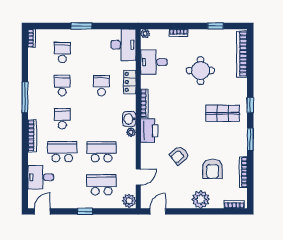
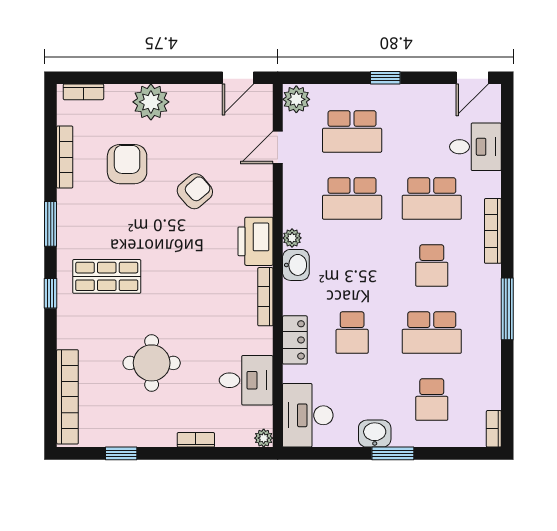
washbasin: (90, 36) -> (375, 434), added
school desk: (62, 86) -> (432, 333), width x1.85

